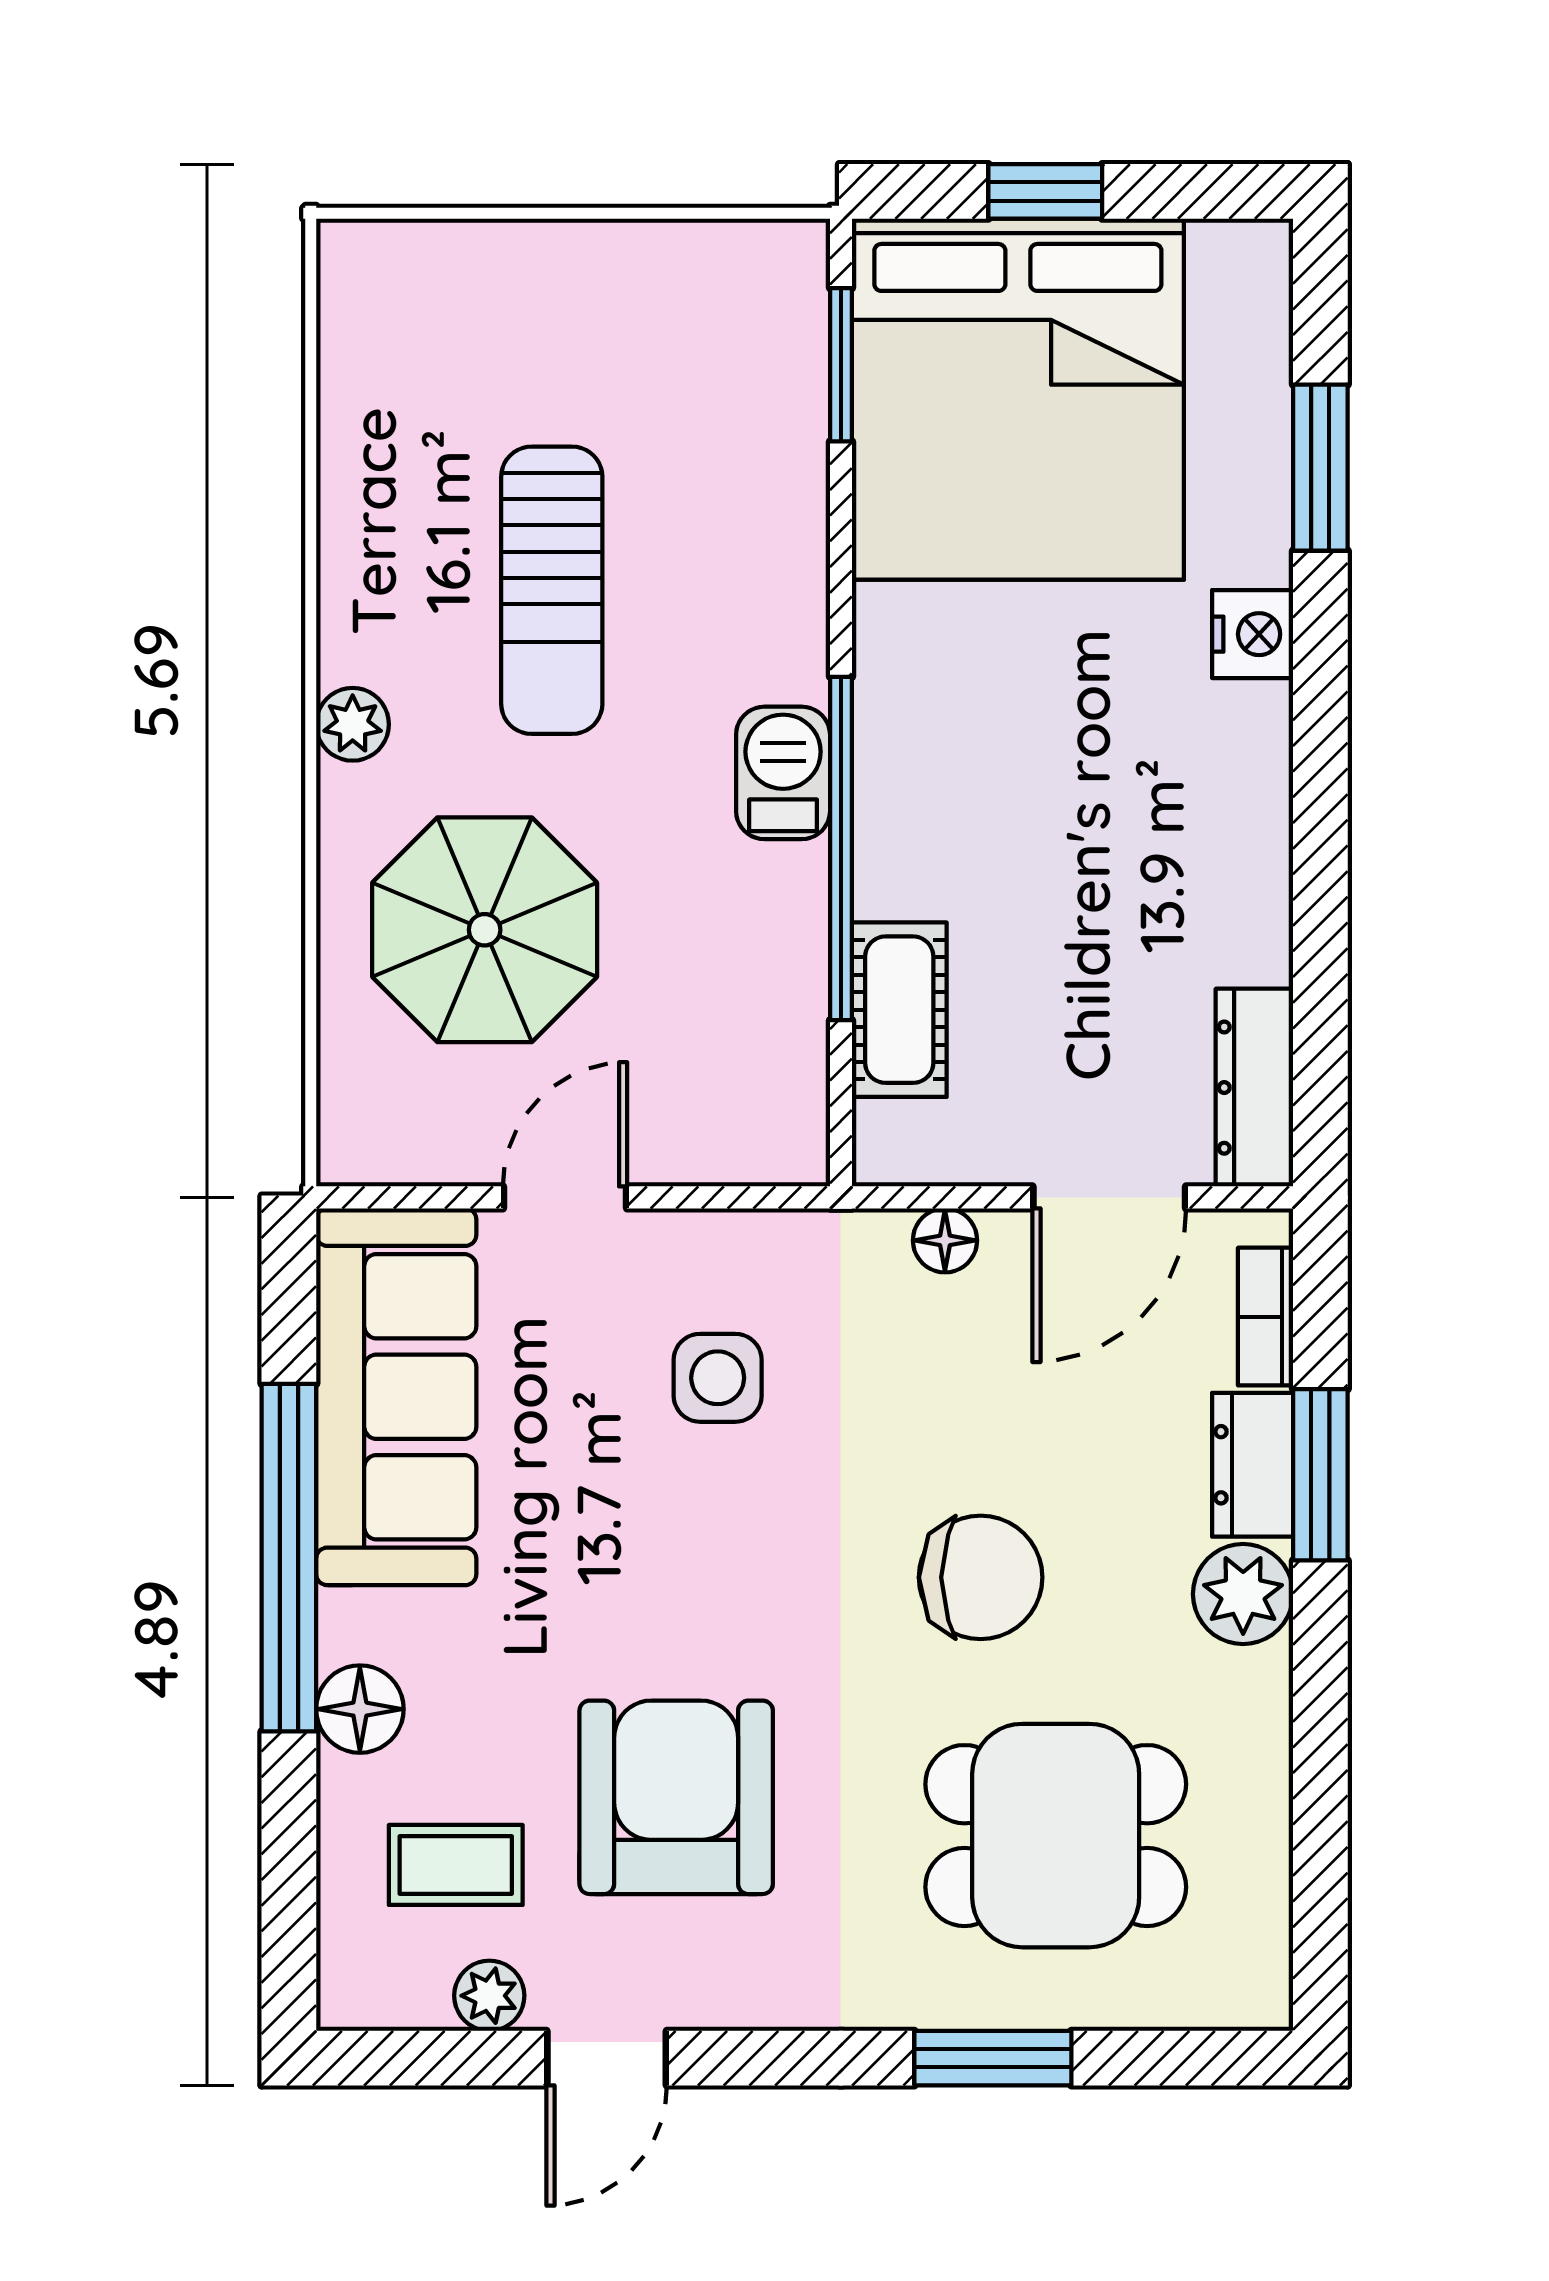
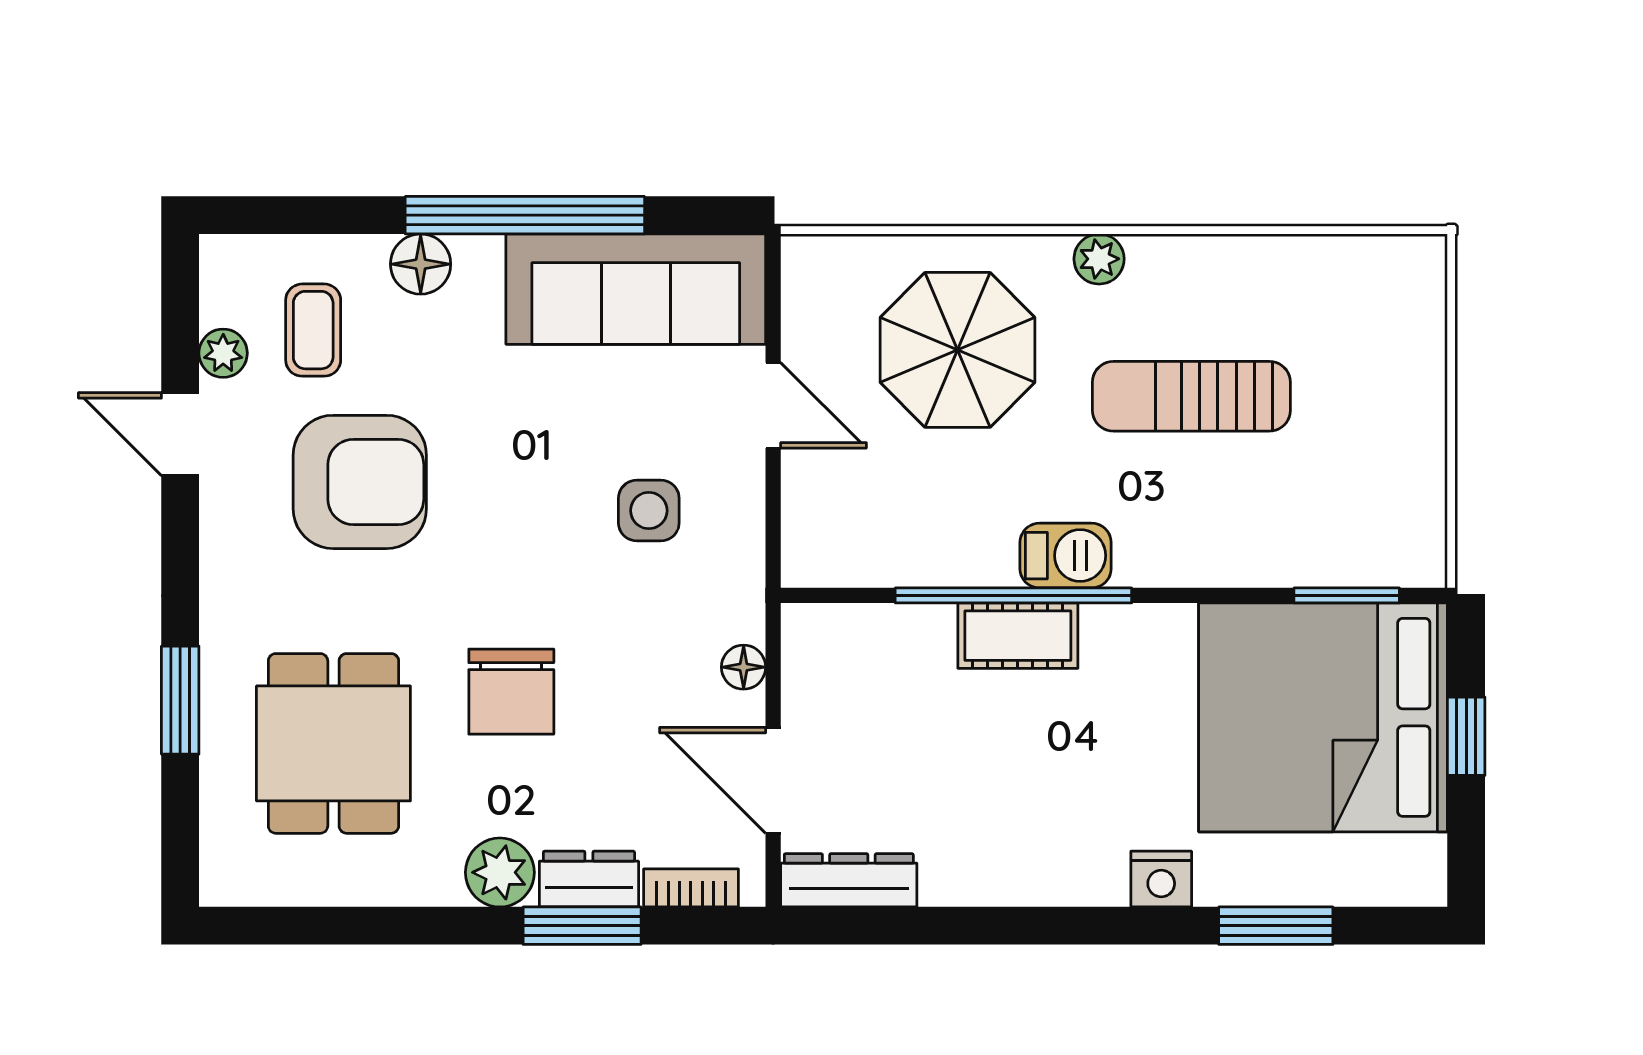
cot: (899, 1010) -> (1018, 636), moved

